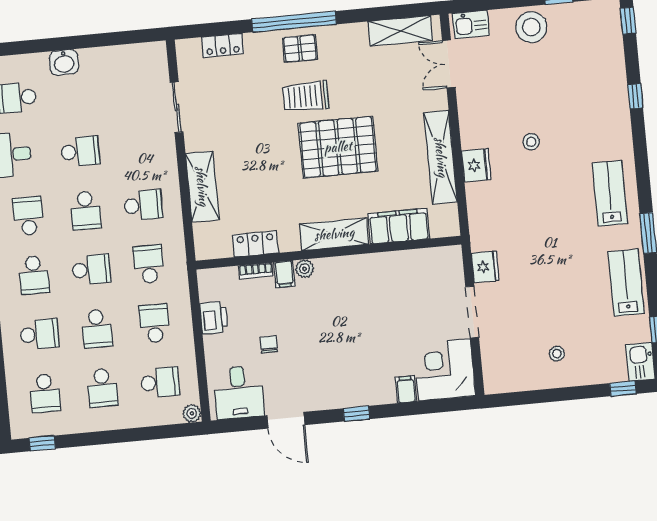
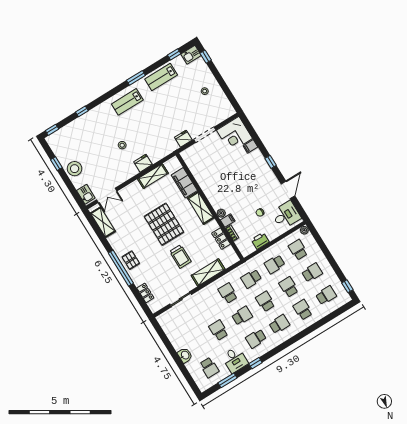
trolley: (306, 96) -> (180, 256), moved
shelving: (441, 157) -> (153, 176), width x0.68
school desk: (97, 329) -> (289, 287), turned -90

